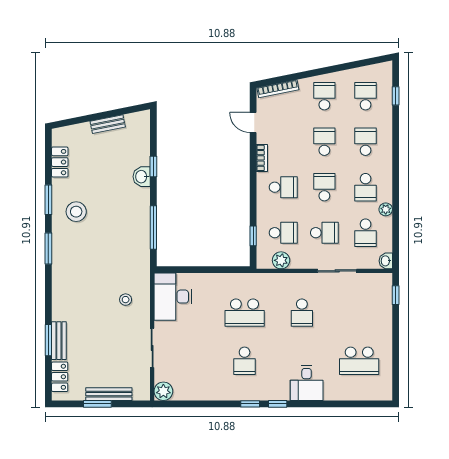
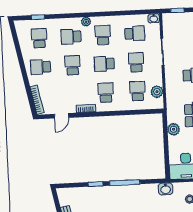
school desk: (366, 96) -> (39, 38), turned 90
school desk: (324, 142) -> (72, 65), turned 90
washbasin: (142, 177) -> (166, 189), moved
school desk: (366, 187) -> (103, 35), turned -90
plant: (386, 209) -> (86, 22), moved
window: (153, 228) -> (125, 183), moved
window: (253, 236) -> (141, 112), removed
plant: (226, 281) -> (174, 129), added

